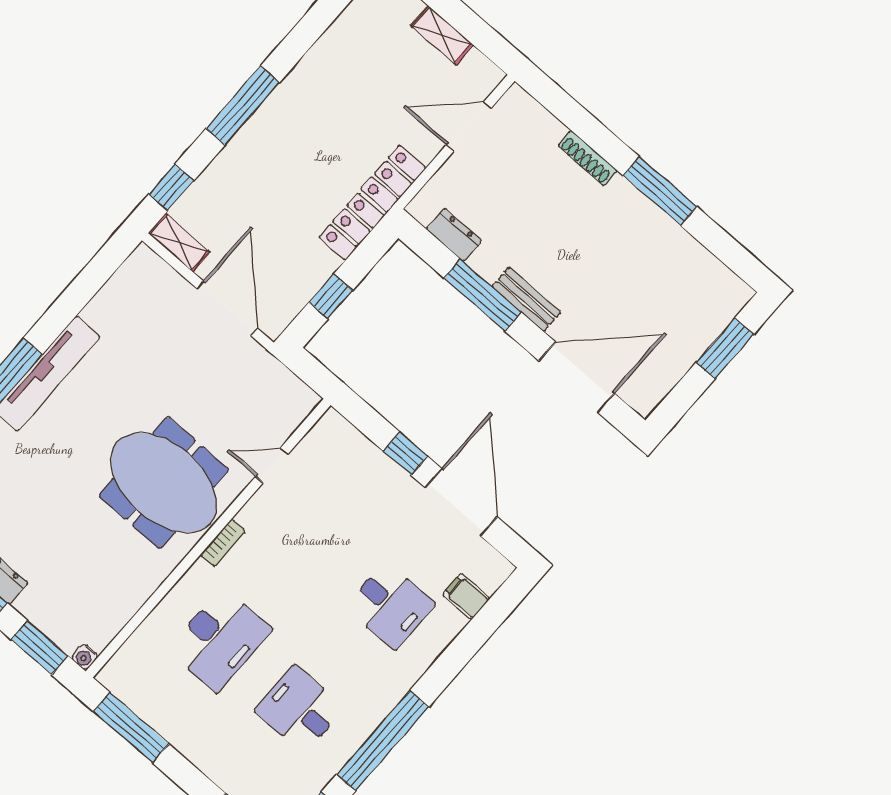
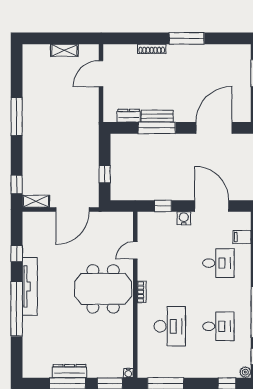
window: (243, 105) -> (17, 116), moved
locker: (372, 203) -> (91, 129), removed
bench: (526, 299) -> (157, 116), moved
window: (73, 301) -> (17, 253), added
door: (227, 308) -> (72, 210), swing flipped
window: (405, 454) -> (163, 206), moved
water cooler: (398, 482) -> (184, 218), added
desk: (300, 709) -> (218, 326), turned 180

